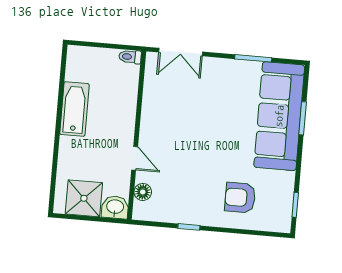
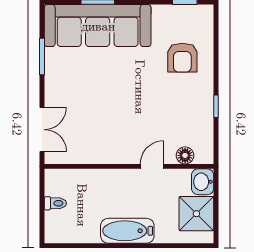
toilet: (130, 57) -> (55, 203), moved, turned -90
bathtub: (74, 109) -> (127, 231), moved

